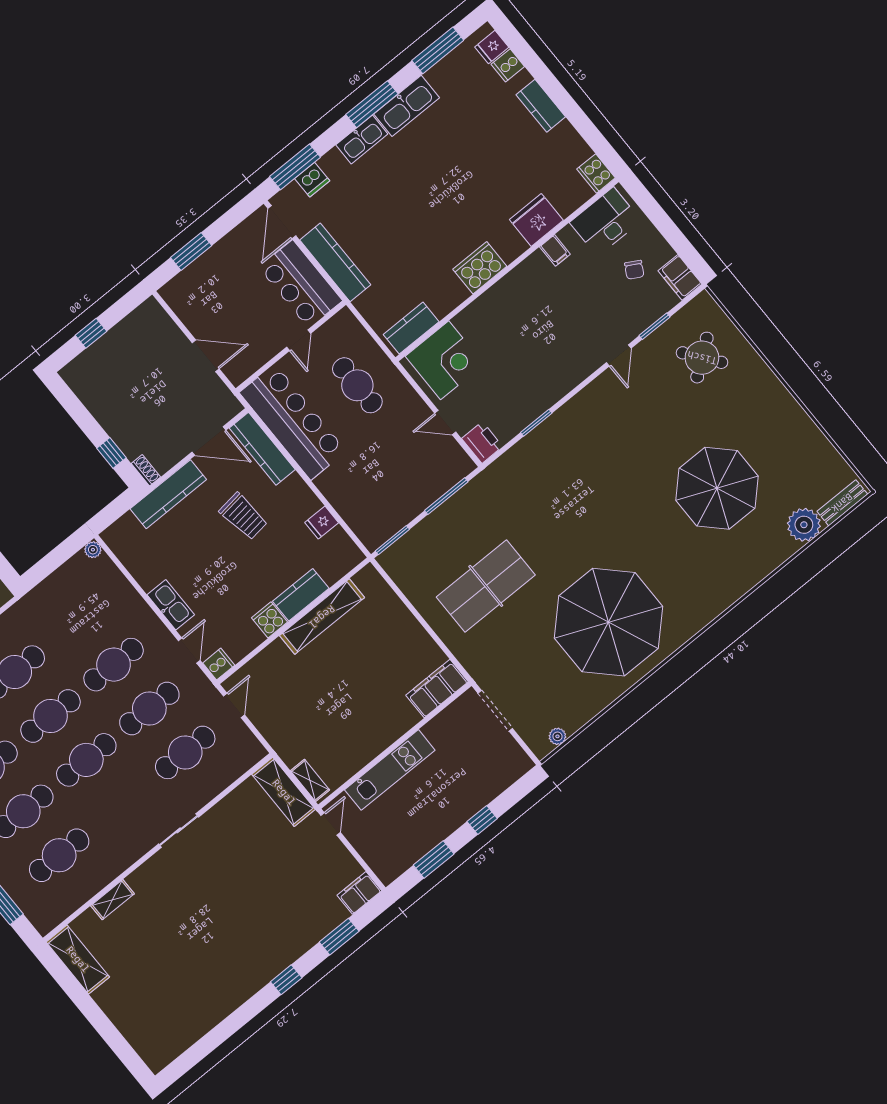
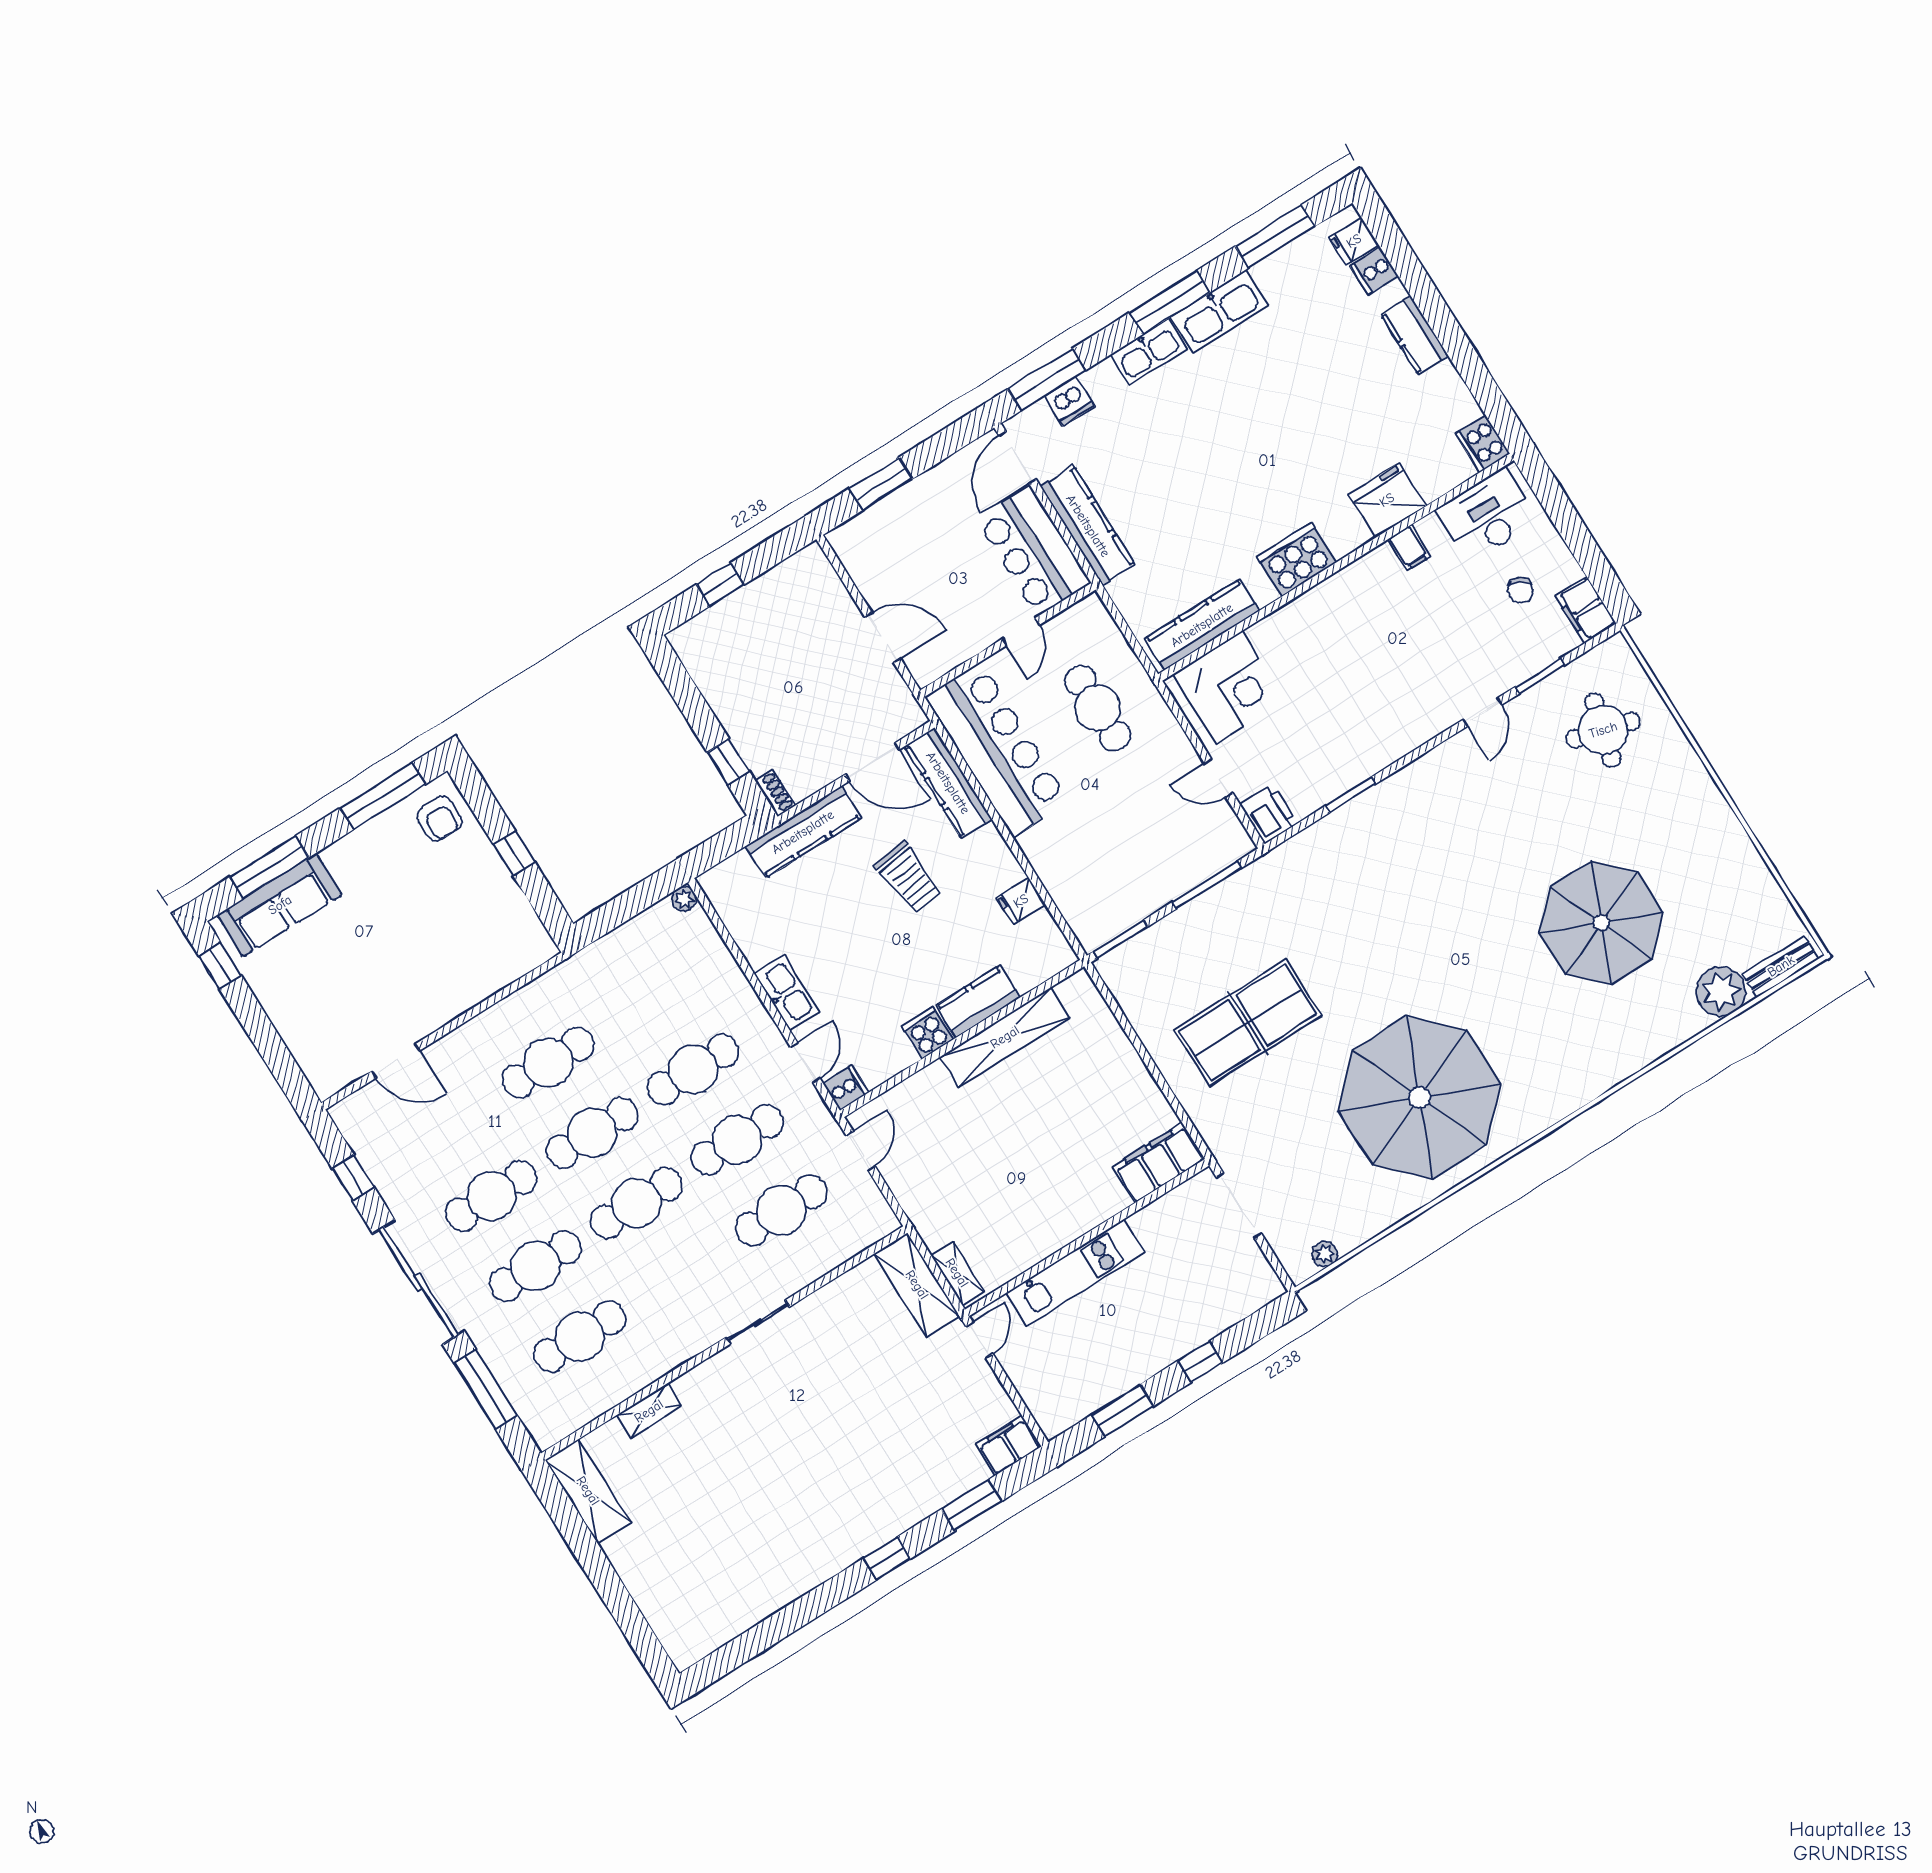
kitchen counter: (411, 328) -> (1202, 625), width x1.50
round table: (702, 358) -> (1603, 730), turned -38

